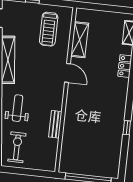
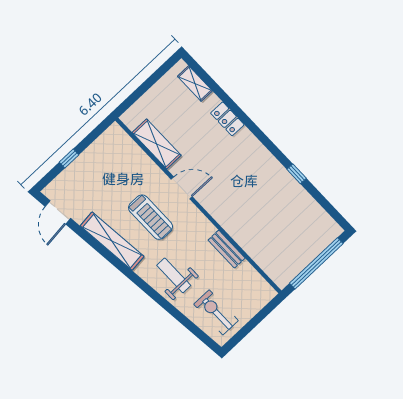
treadmill: (49, 29) -> (151, 217), moved

